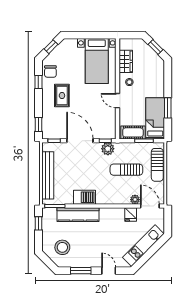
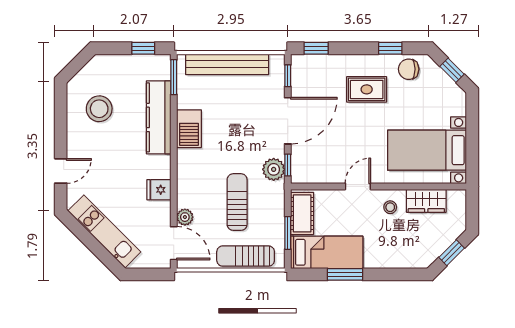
door: (150, 206) -> (174, 243), hinge flipped
fridge: (131, 214) -> (159, 190), moved
stool: (62, 247) -> (99, 109), moved
window: (81, 271) -> (61, 122), removed

